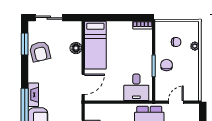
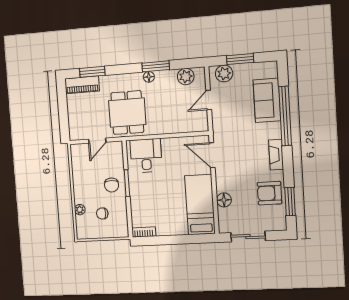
sliding door: (49, 18) -> (248, 237), moved
armchair: (40, 52) -> (269, 193), turned -77
door: (83, 84) -> (212, 155), hinge flipped
fireplace: (33, 95) -> (276, 155), moved

